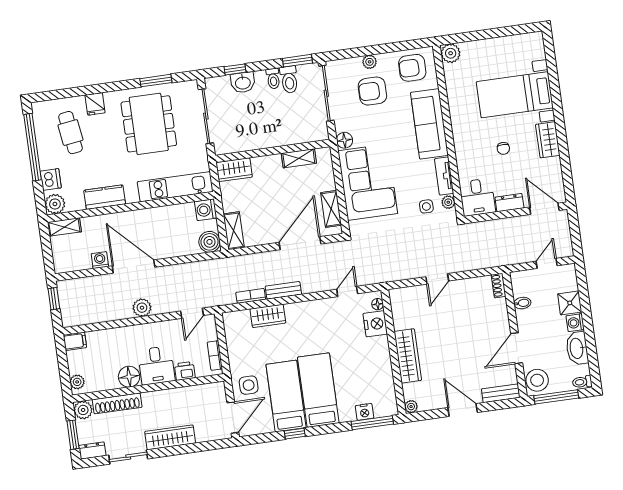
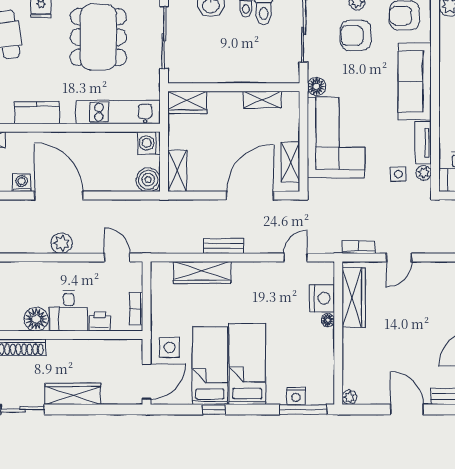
bookcase: (251, 296) -> (359, 247), moved
floor lamp: (378, 304) -> (328, 320), moved
door: (192, 313) -> (117, 257), swing flipped
wardrobe: (268, 316) -> (202, 272), width x1.50
wardrobe: (408, 356) -> (354, 298), moved

